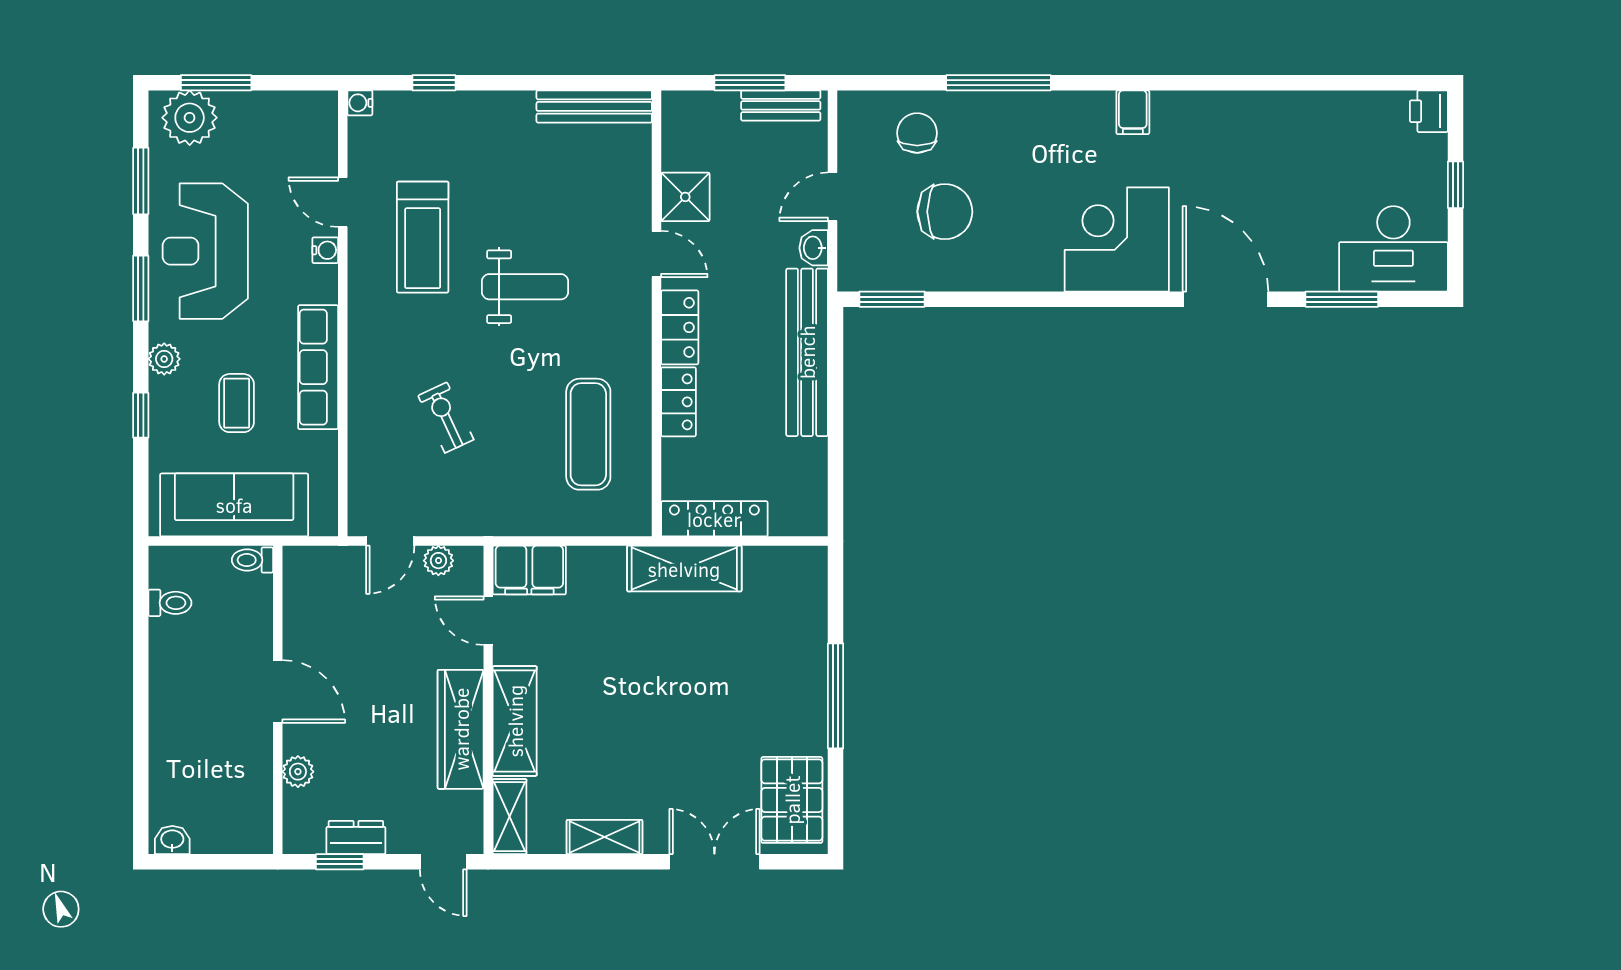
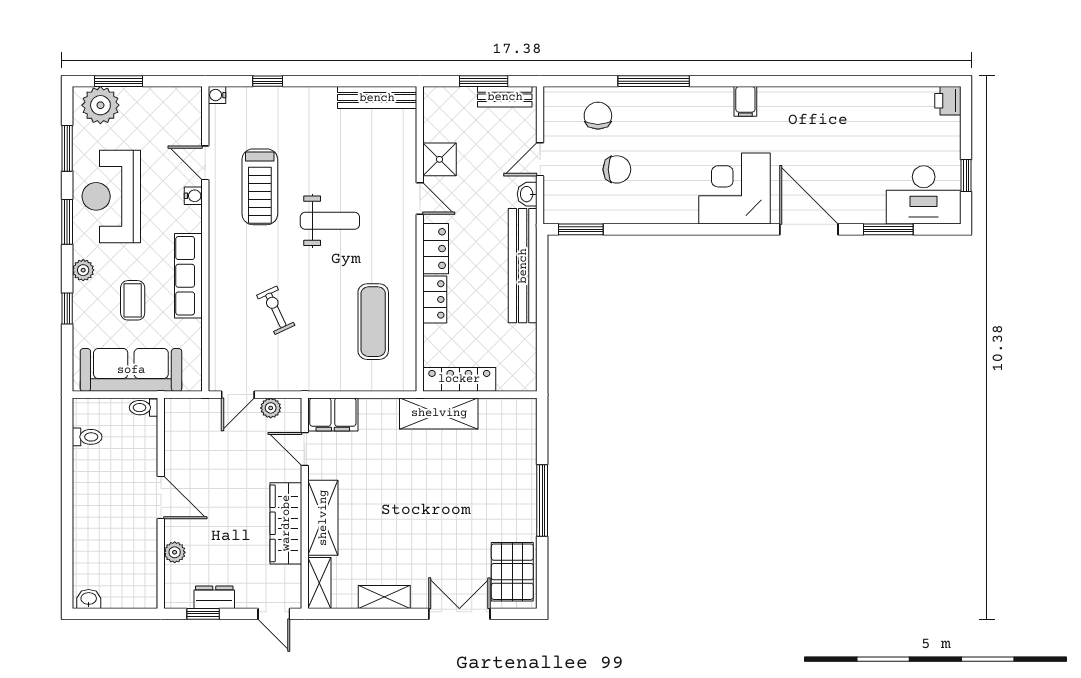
window: (1455, 185) -> (966, 175), moved
chair: (945, 212) -> (617, 169), width x0.73, depth x0.73

